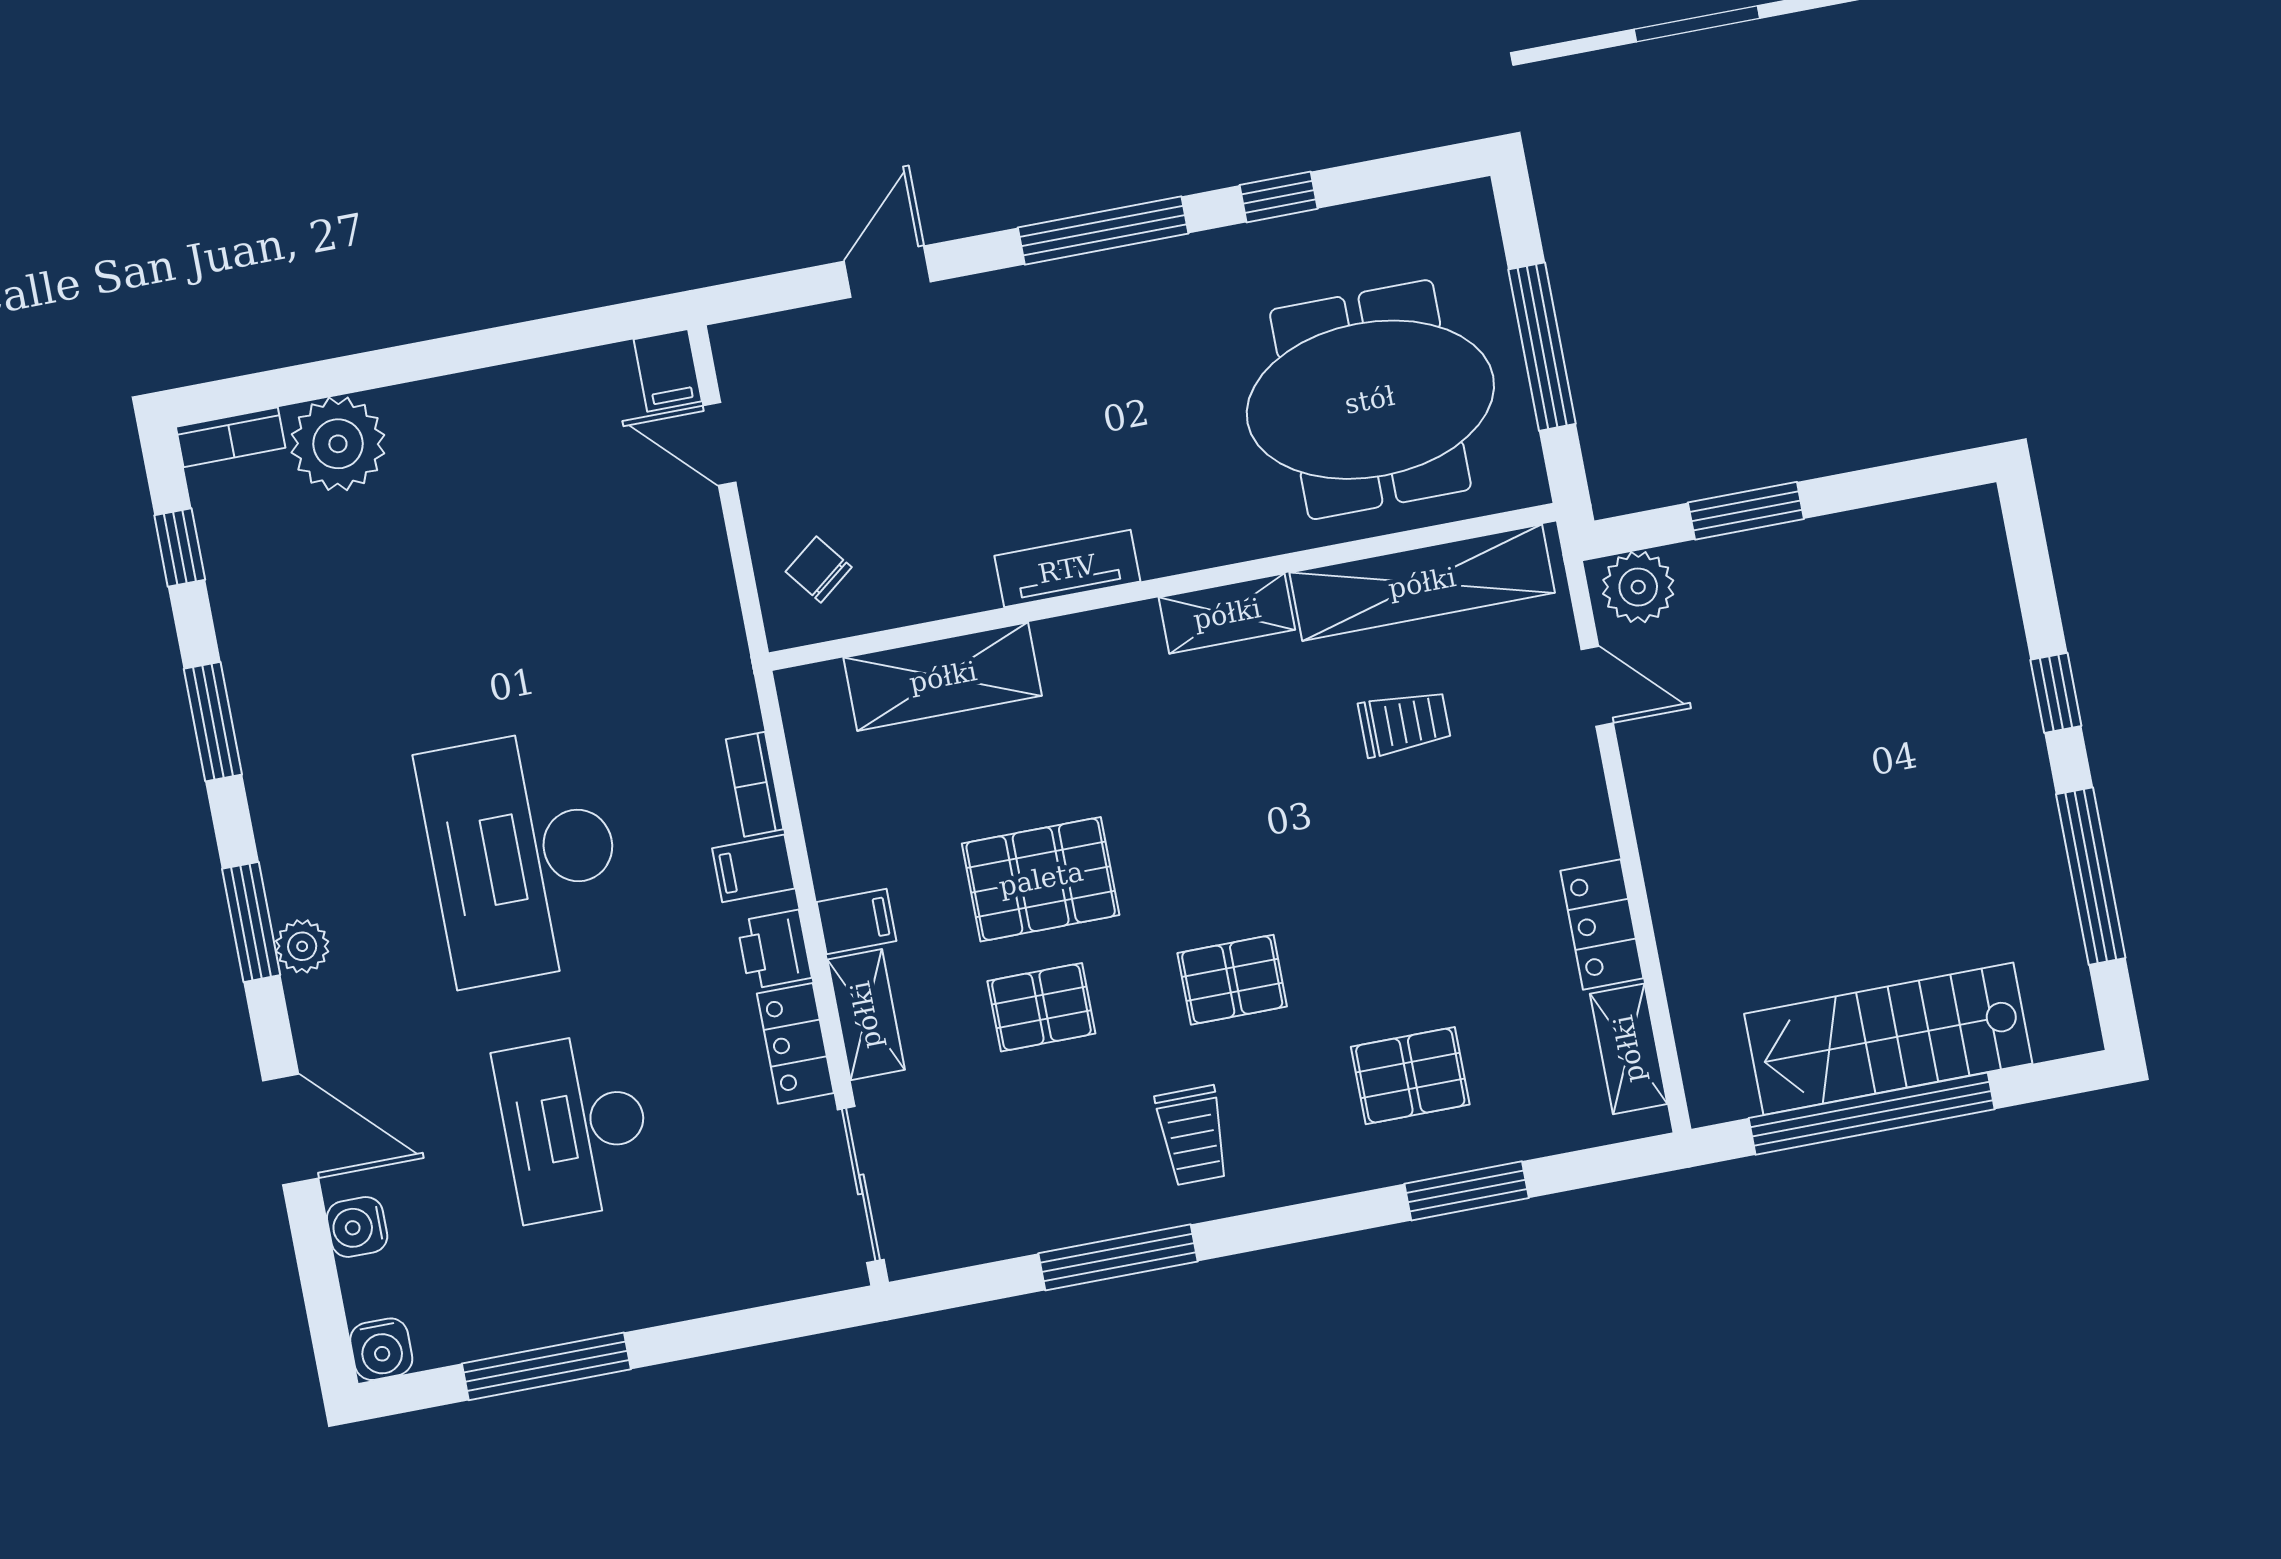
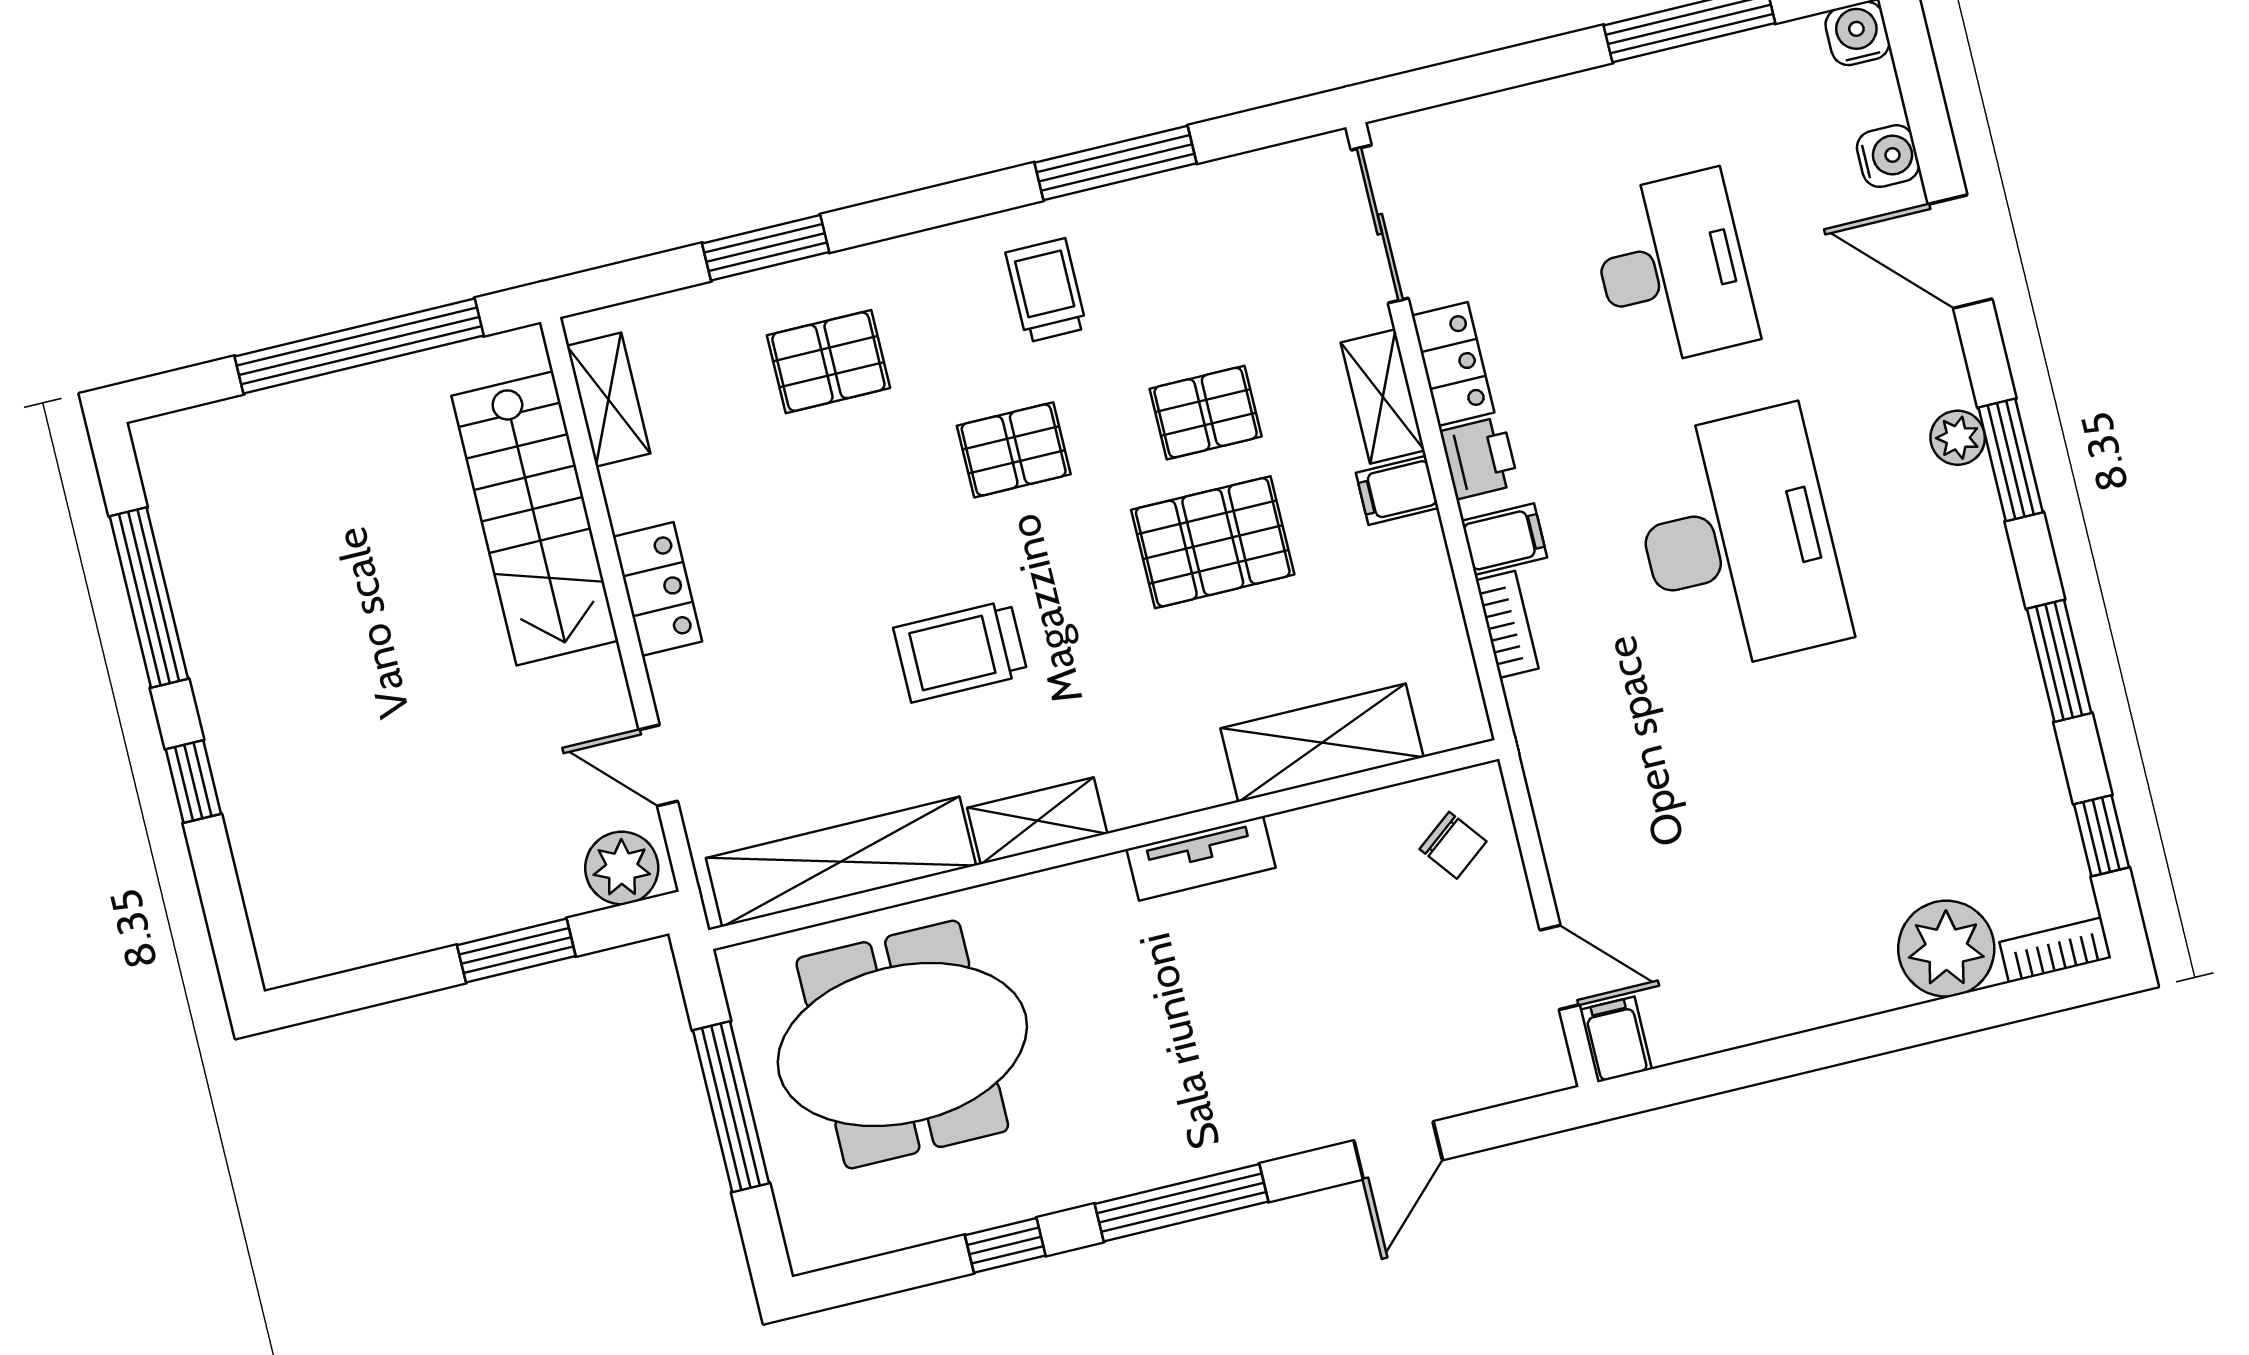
trolley: (1405, 723) -> (961, 651), moved, width x1.36, depth x1.39
locker: (1602, 924) -> (658, 589), moved
stairs: (1888, 1039) -> (535, 518), moved, turned 90

